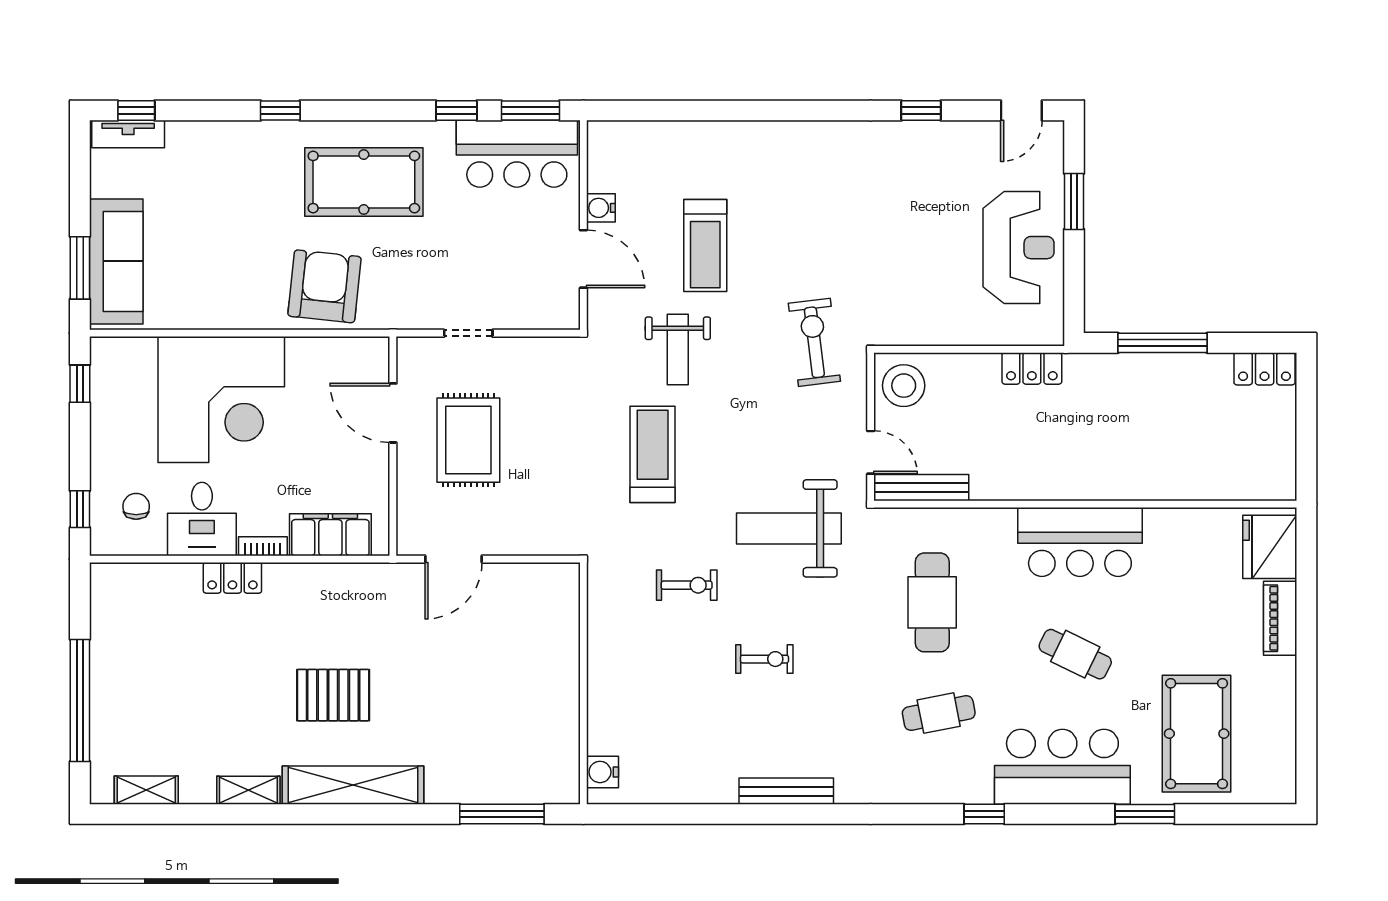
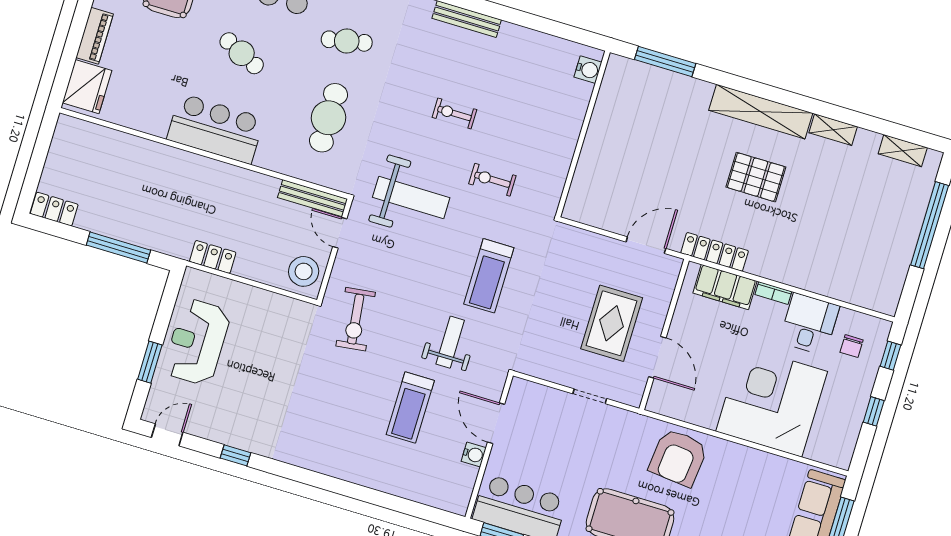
treadmill: (705, 245) -> (410, 408), turned 180
window: (80, 384) -> (874, 411), moved
locker: (232, 578) -> (715, 252), moved, width x1.53

